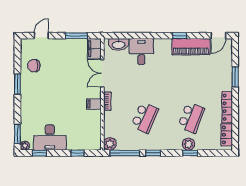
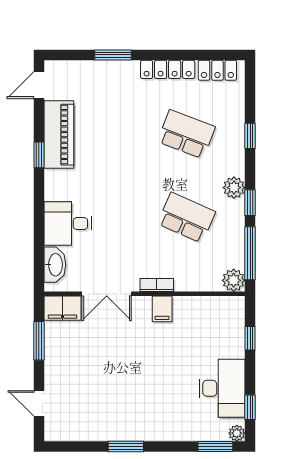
door: (218, 36) -> (39, 85), swing flipped
chair: (34, 66) -> (93, 417), removed
plant: (189, 144) -> (234, 188), moved

